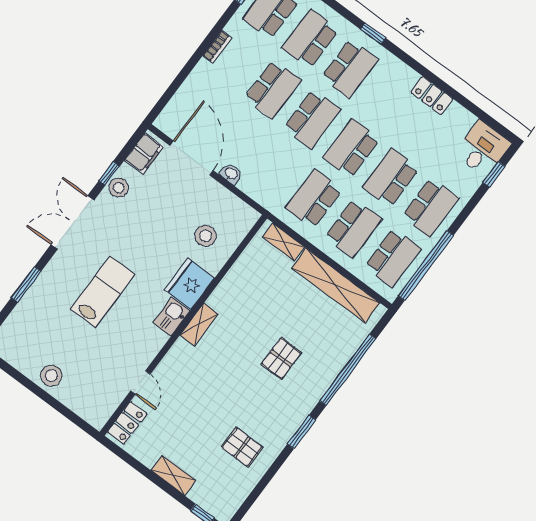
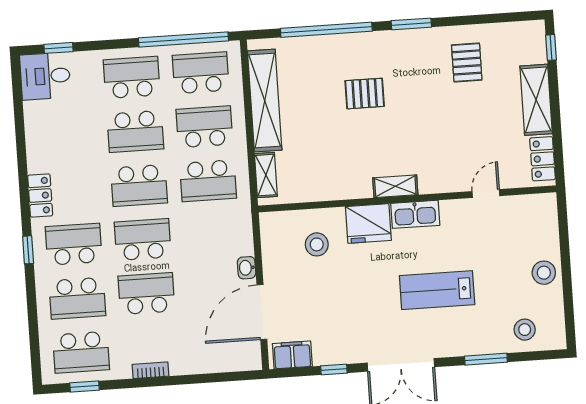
locker: (432, 96) -> (40, 195), moved
stool: (119, 188) -> (525, 330), moved
kitchen sink: (171, 317) -> (415, 214), width x1.38
locker: (127, 423) -> (543, 159), moved, turned -90
shelving: (173, 475) -> (536, 100), width x1.50, depth x1.33

